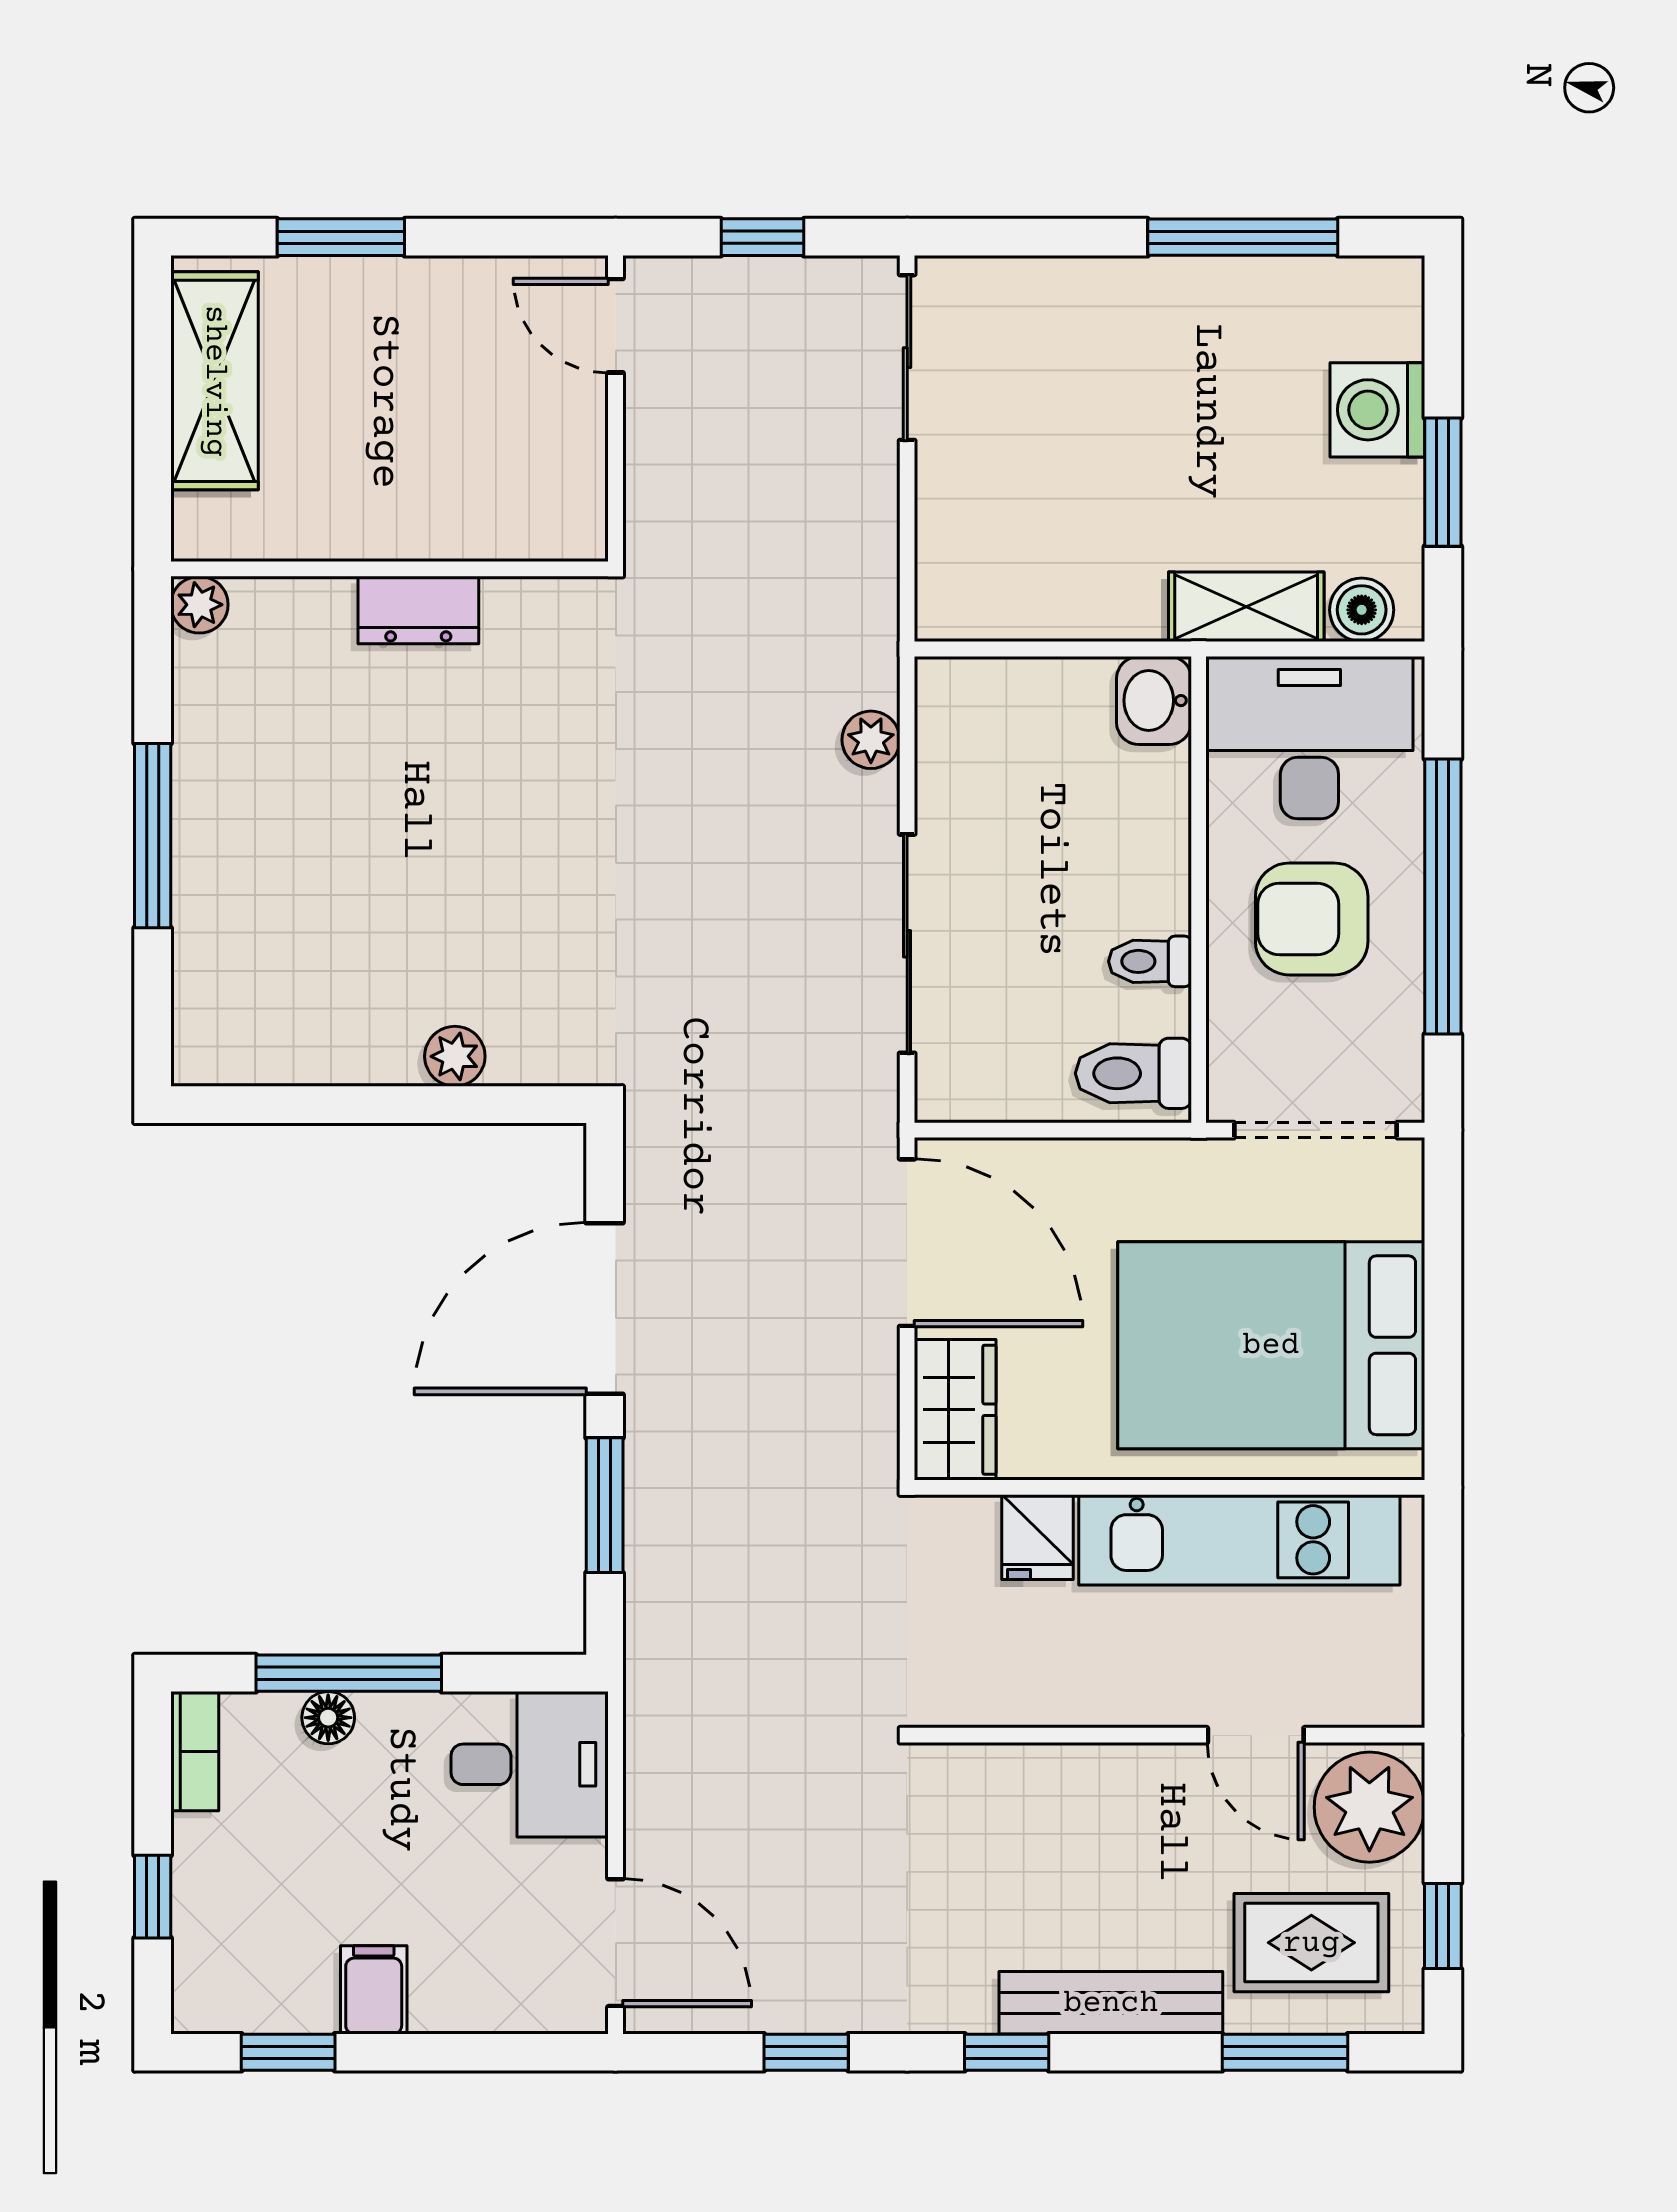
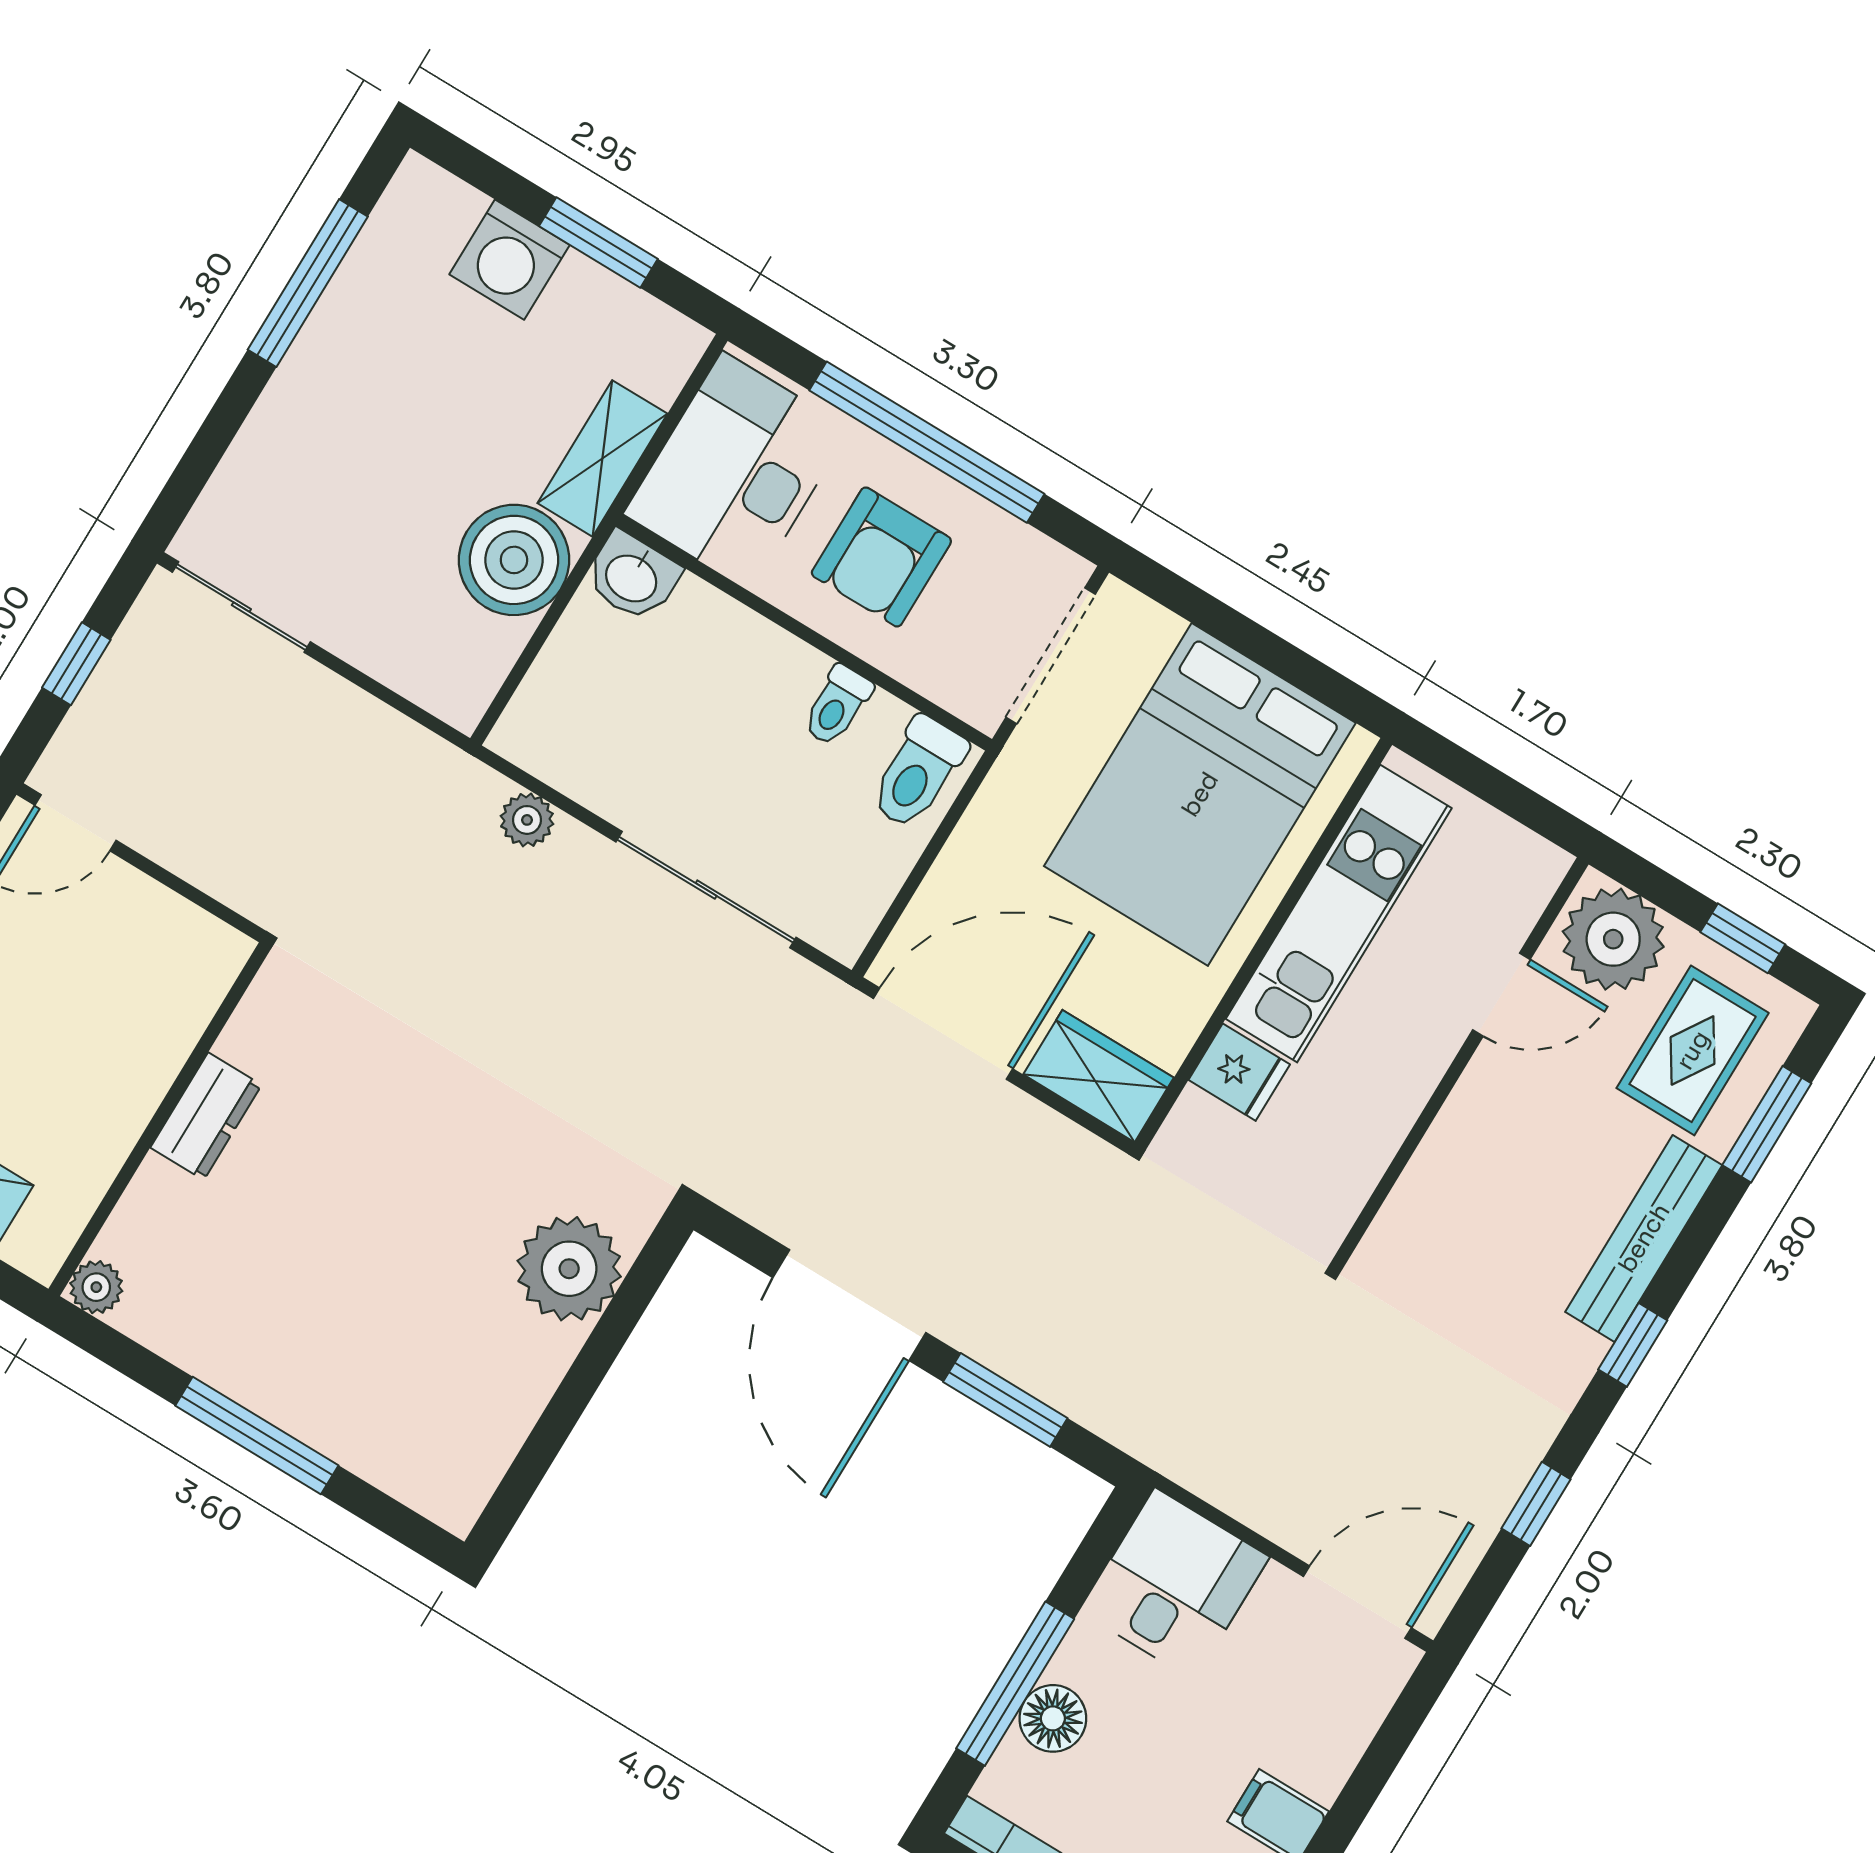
boiler: (1362, 610) -> (514, 560), moved, width x1.86, depth x1.86
plant: (455, 1056) -> (569, 1269), width x1.88, depth x1.88
floor lamp: (328, 1718) -> (1053, 1718), width x1.37, depth x1.37

